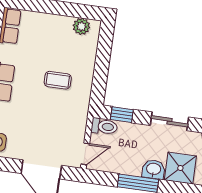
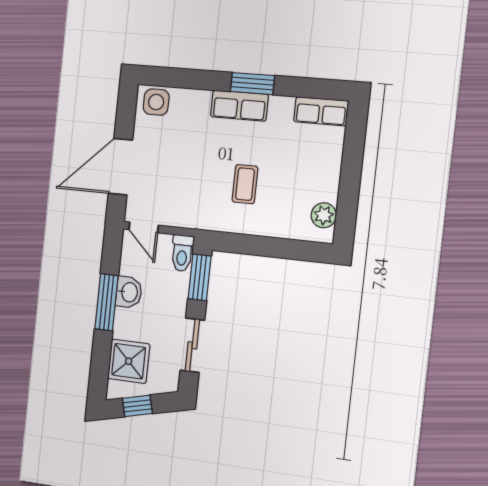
window: (122, 115) -> (200, 277), width x1.50
washbasin: (154, 169) -> (129, 292), moved

